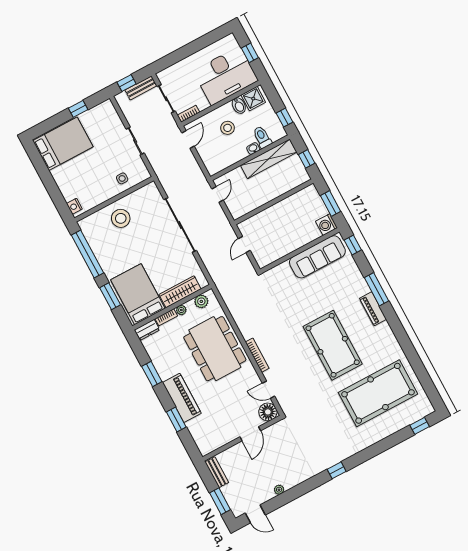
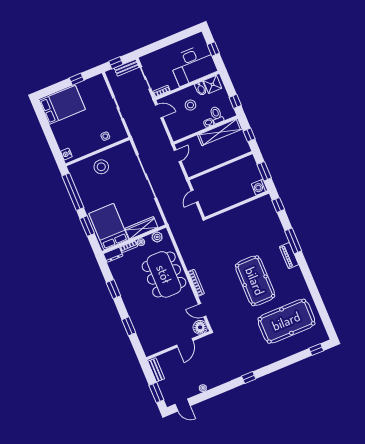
door: (188, 139) -> (159, 111), hinge flipped
sofa: (317, 257) -> (250, 211), removed
piano: (182, 398) -> (135, 310), removed

